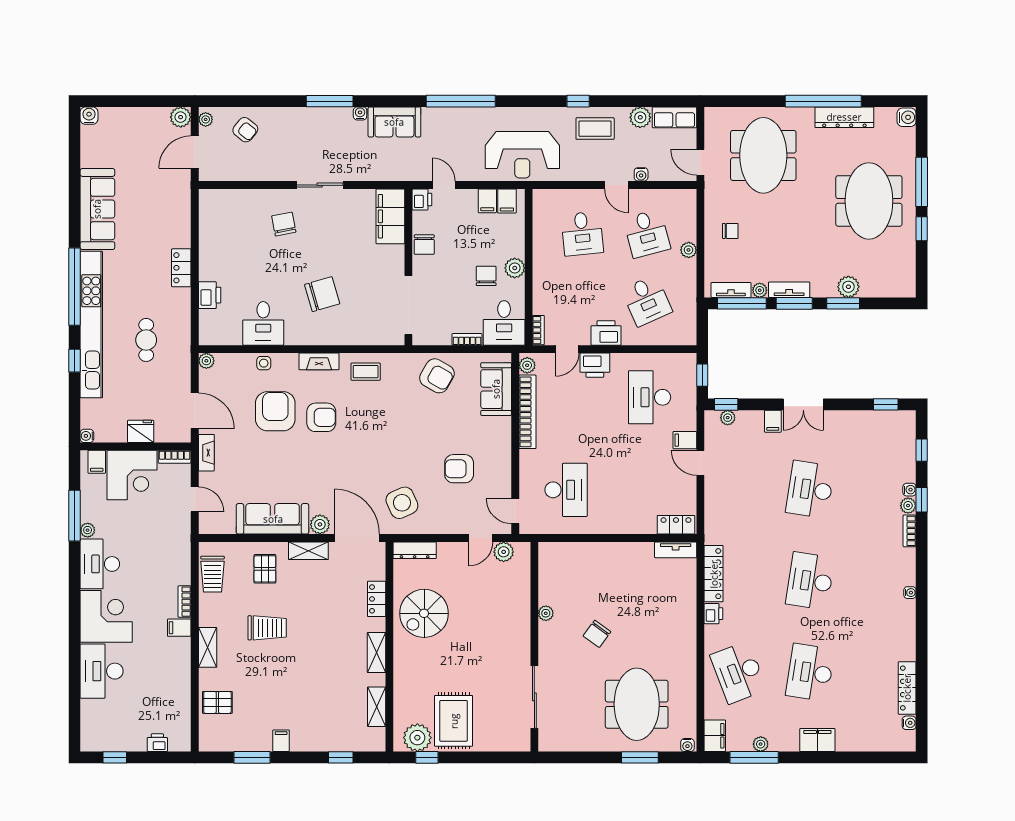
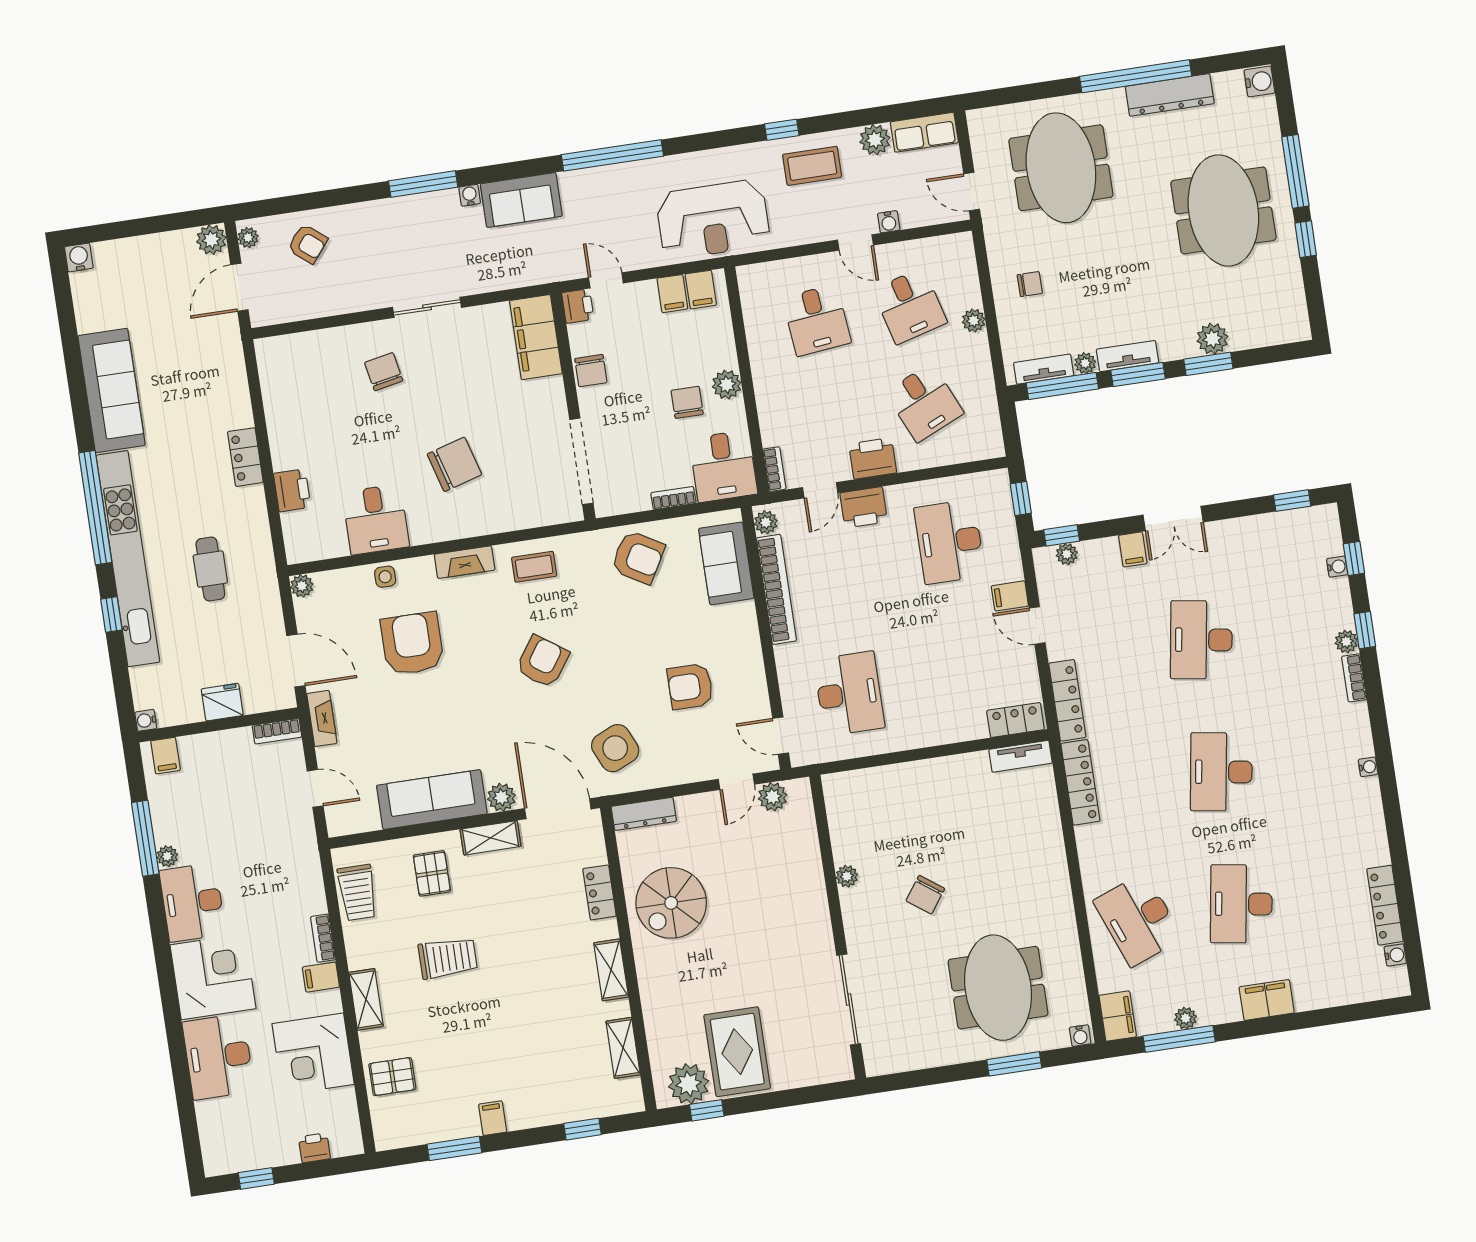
armchair: (321, 417) -> (543, 662), moved, turned -55
corner desk: (132, 475) -> (313, 1054), moved, turned 90
water cooler: (909, 490) -> (1337, 567), moved
locker: (713, 517) -> (1067, 700), added
printer: (713, 614) -> (1089, 840), removed

